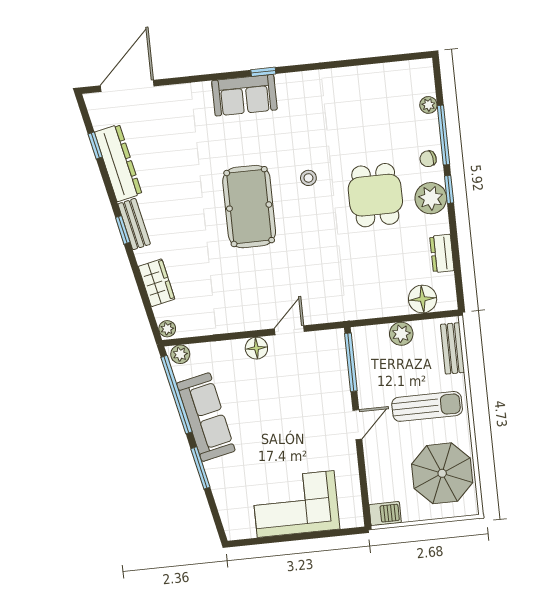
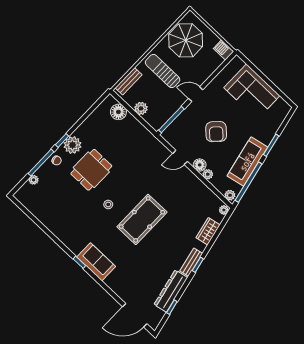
dresser: (442, 253) -> (92, 120), removed
plant: (234, 348) -> (208, 174), added
armchair: (283, 409) -> (216, 132), added

